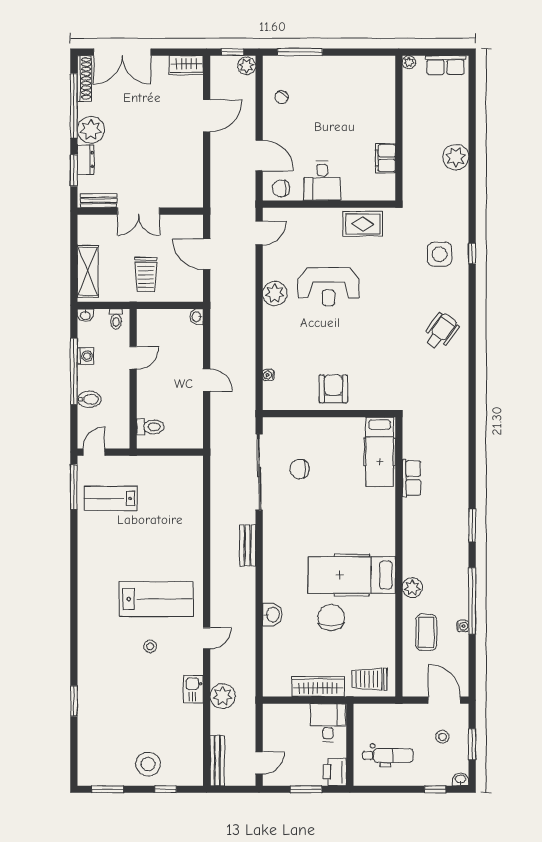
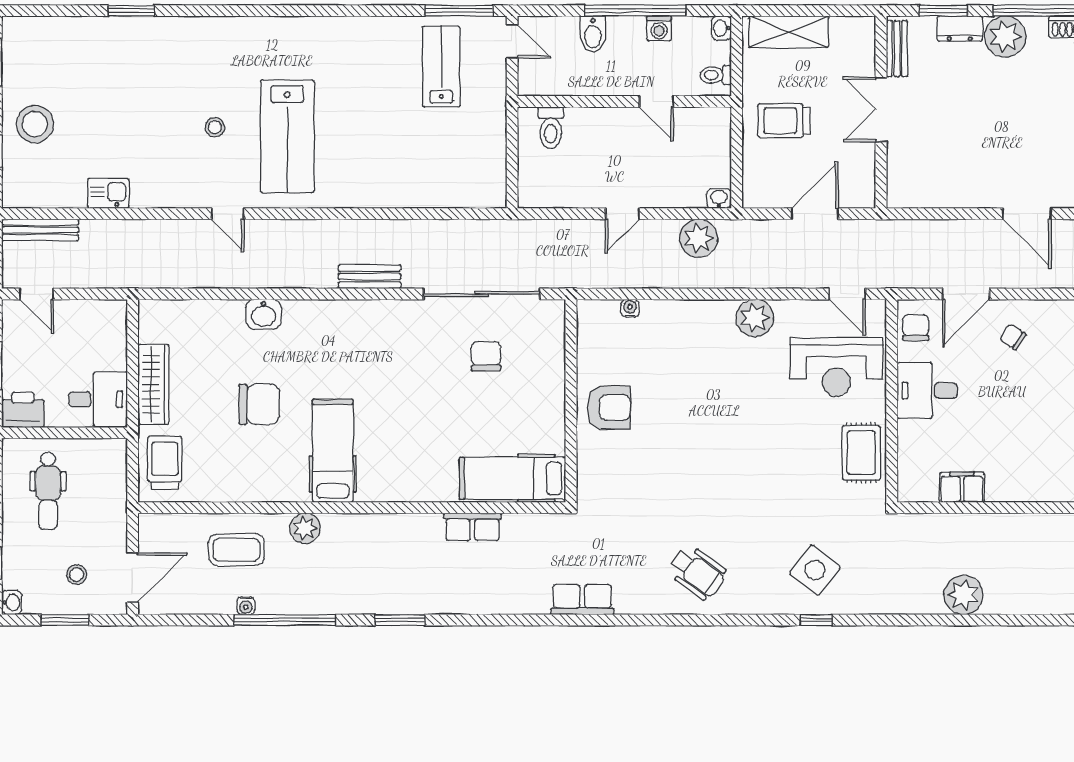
chair: (282, 97) -> (1013, 337), moved
side table: (440, 254) -> (815, 570), turned 38
reception desk: (329, 287) -> (836, 367), moved, turned -90
row of seats: (459, 406) -> (582, 600), added
hospital bed: (352, 575) -> (333, 451), width x0.73, depth x0.78
kitchen sink: (193, 689) -> (108, 193), moved
plant: (223, 696) -> (699, 238), moved

